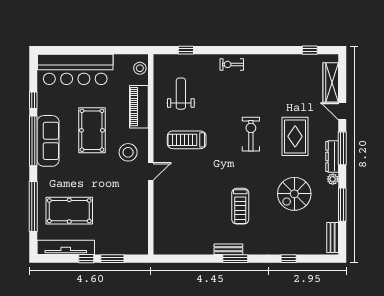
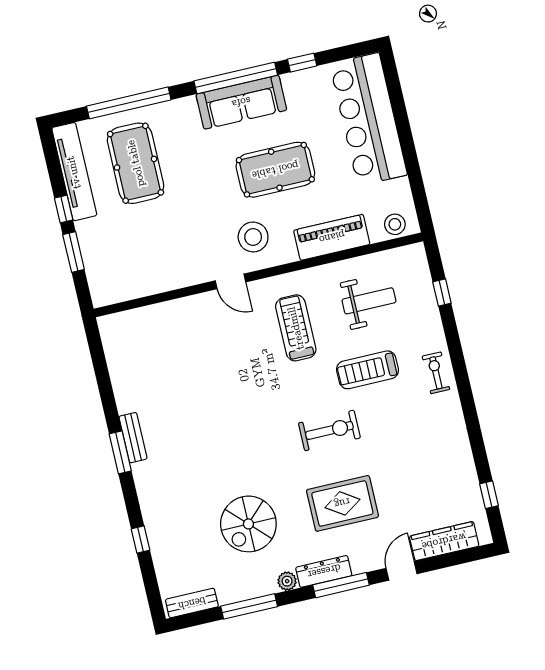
spiral stairs: (294, 194) -> (248, 524), turned -90
treadmill: (240, 206) -> (368, 370), moved

